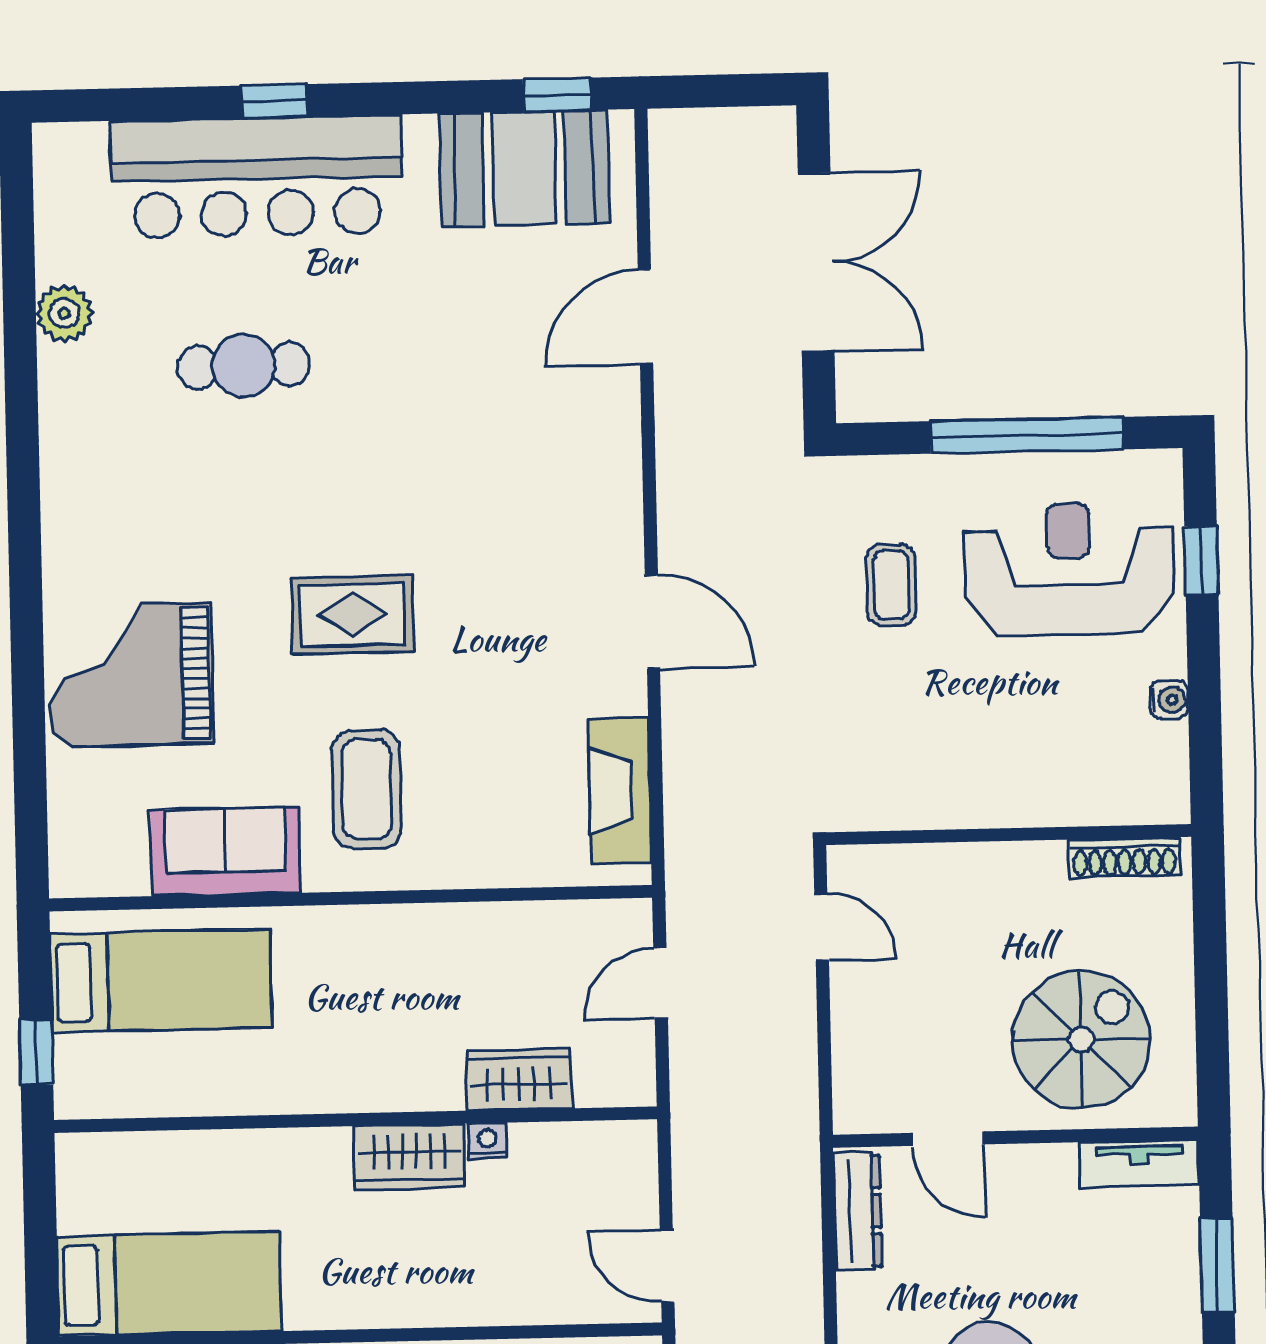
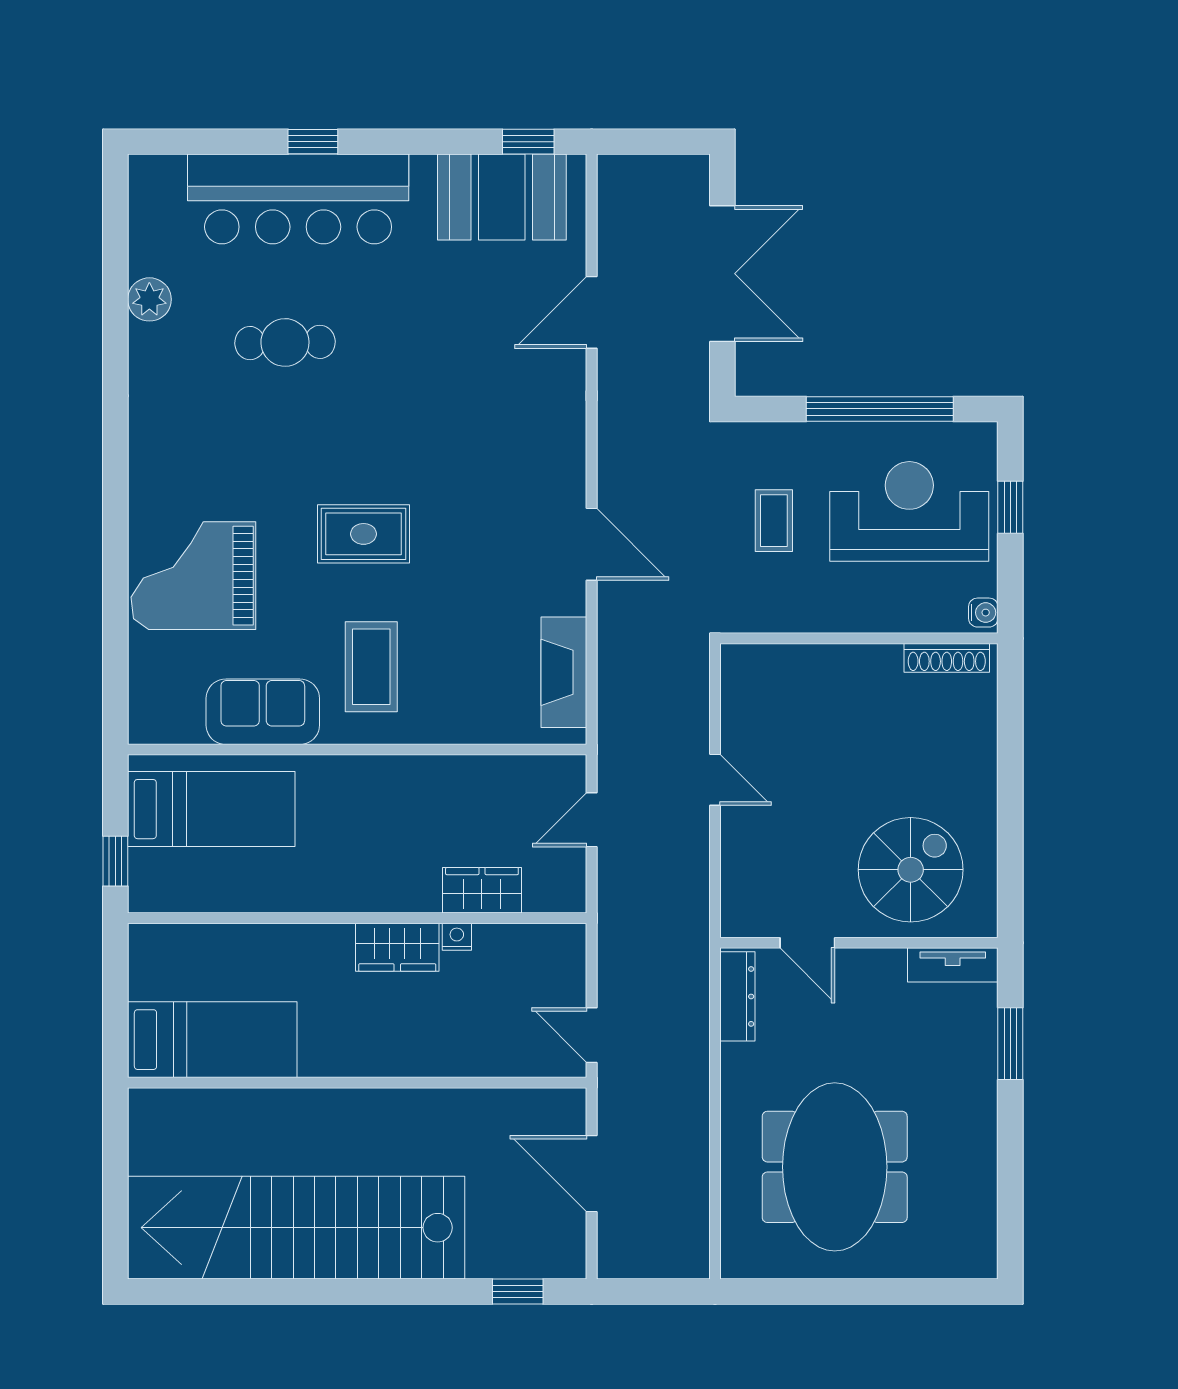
wall: (1009, 835) -> (859, 638), moved
shoe rack: (1125, 857) -> (947, 658), moved

